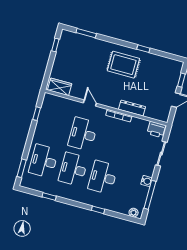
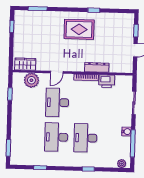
door: (90, 103) -> (57, 72), swing flipped
plant: (62, 105) -> (31, 80), added
printer: (156, 129) -> (107, 81), moved
desk: (44, 161) -> (27, 136), removed

